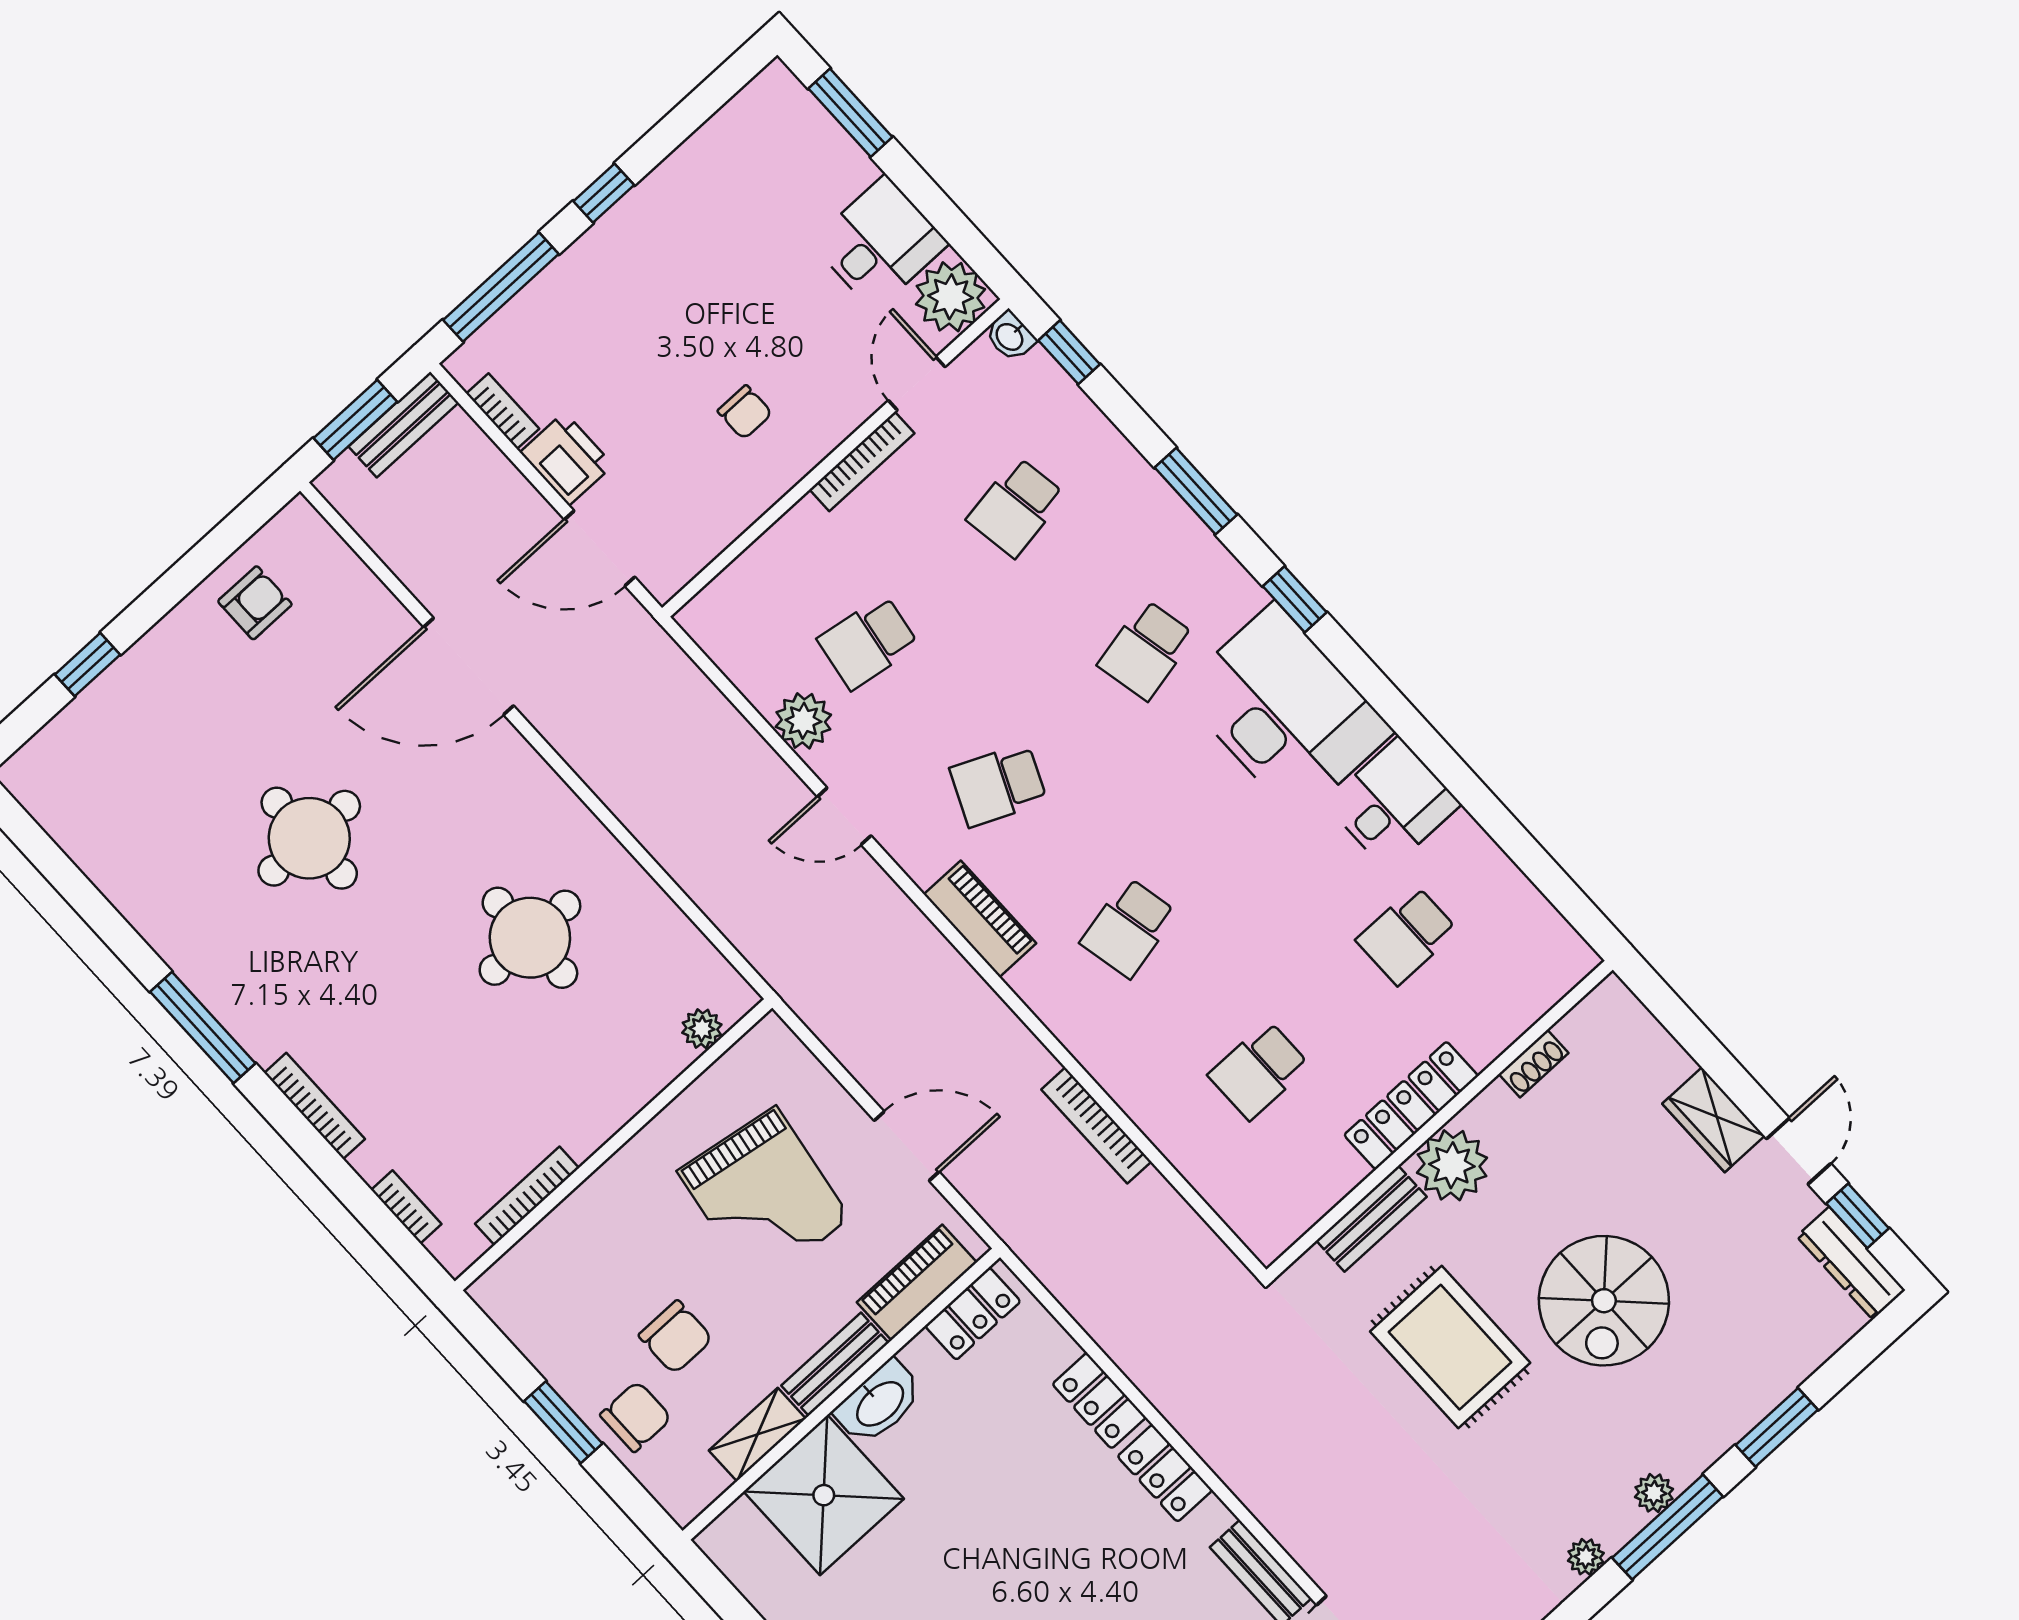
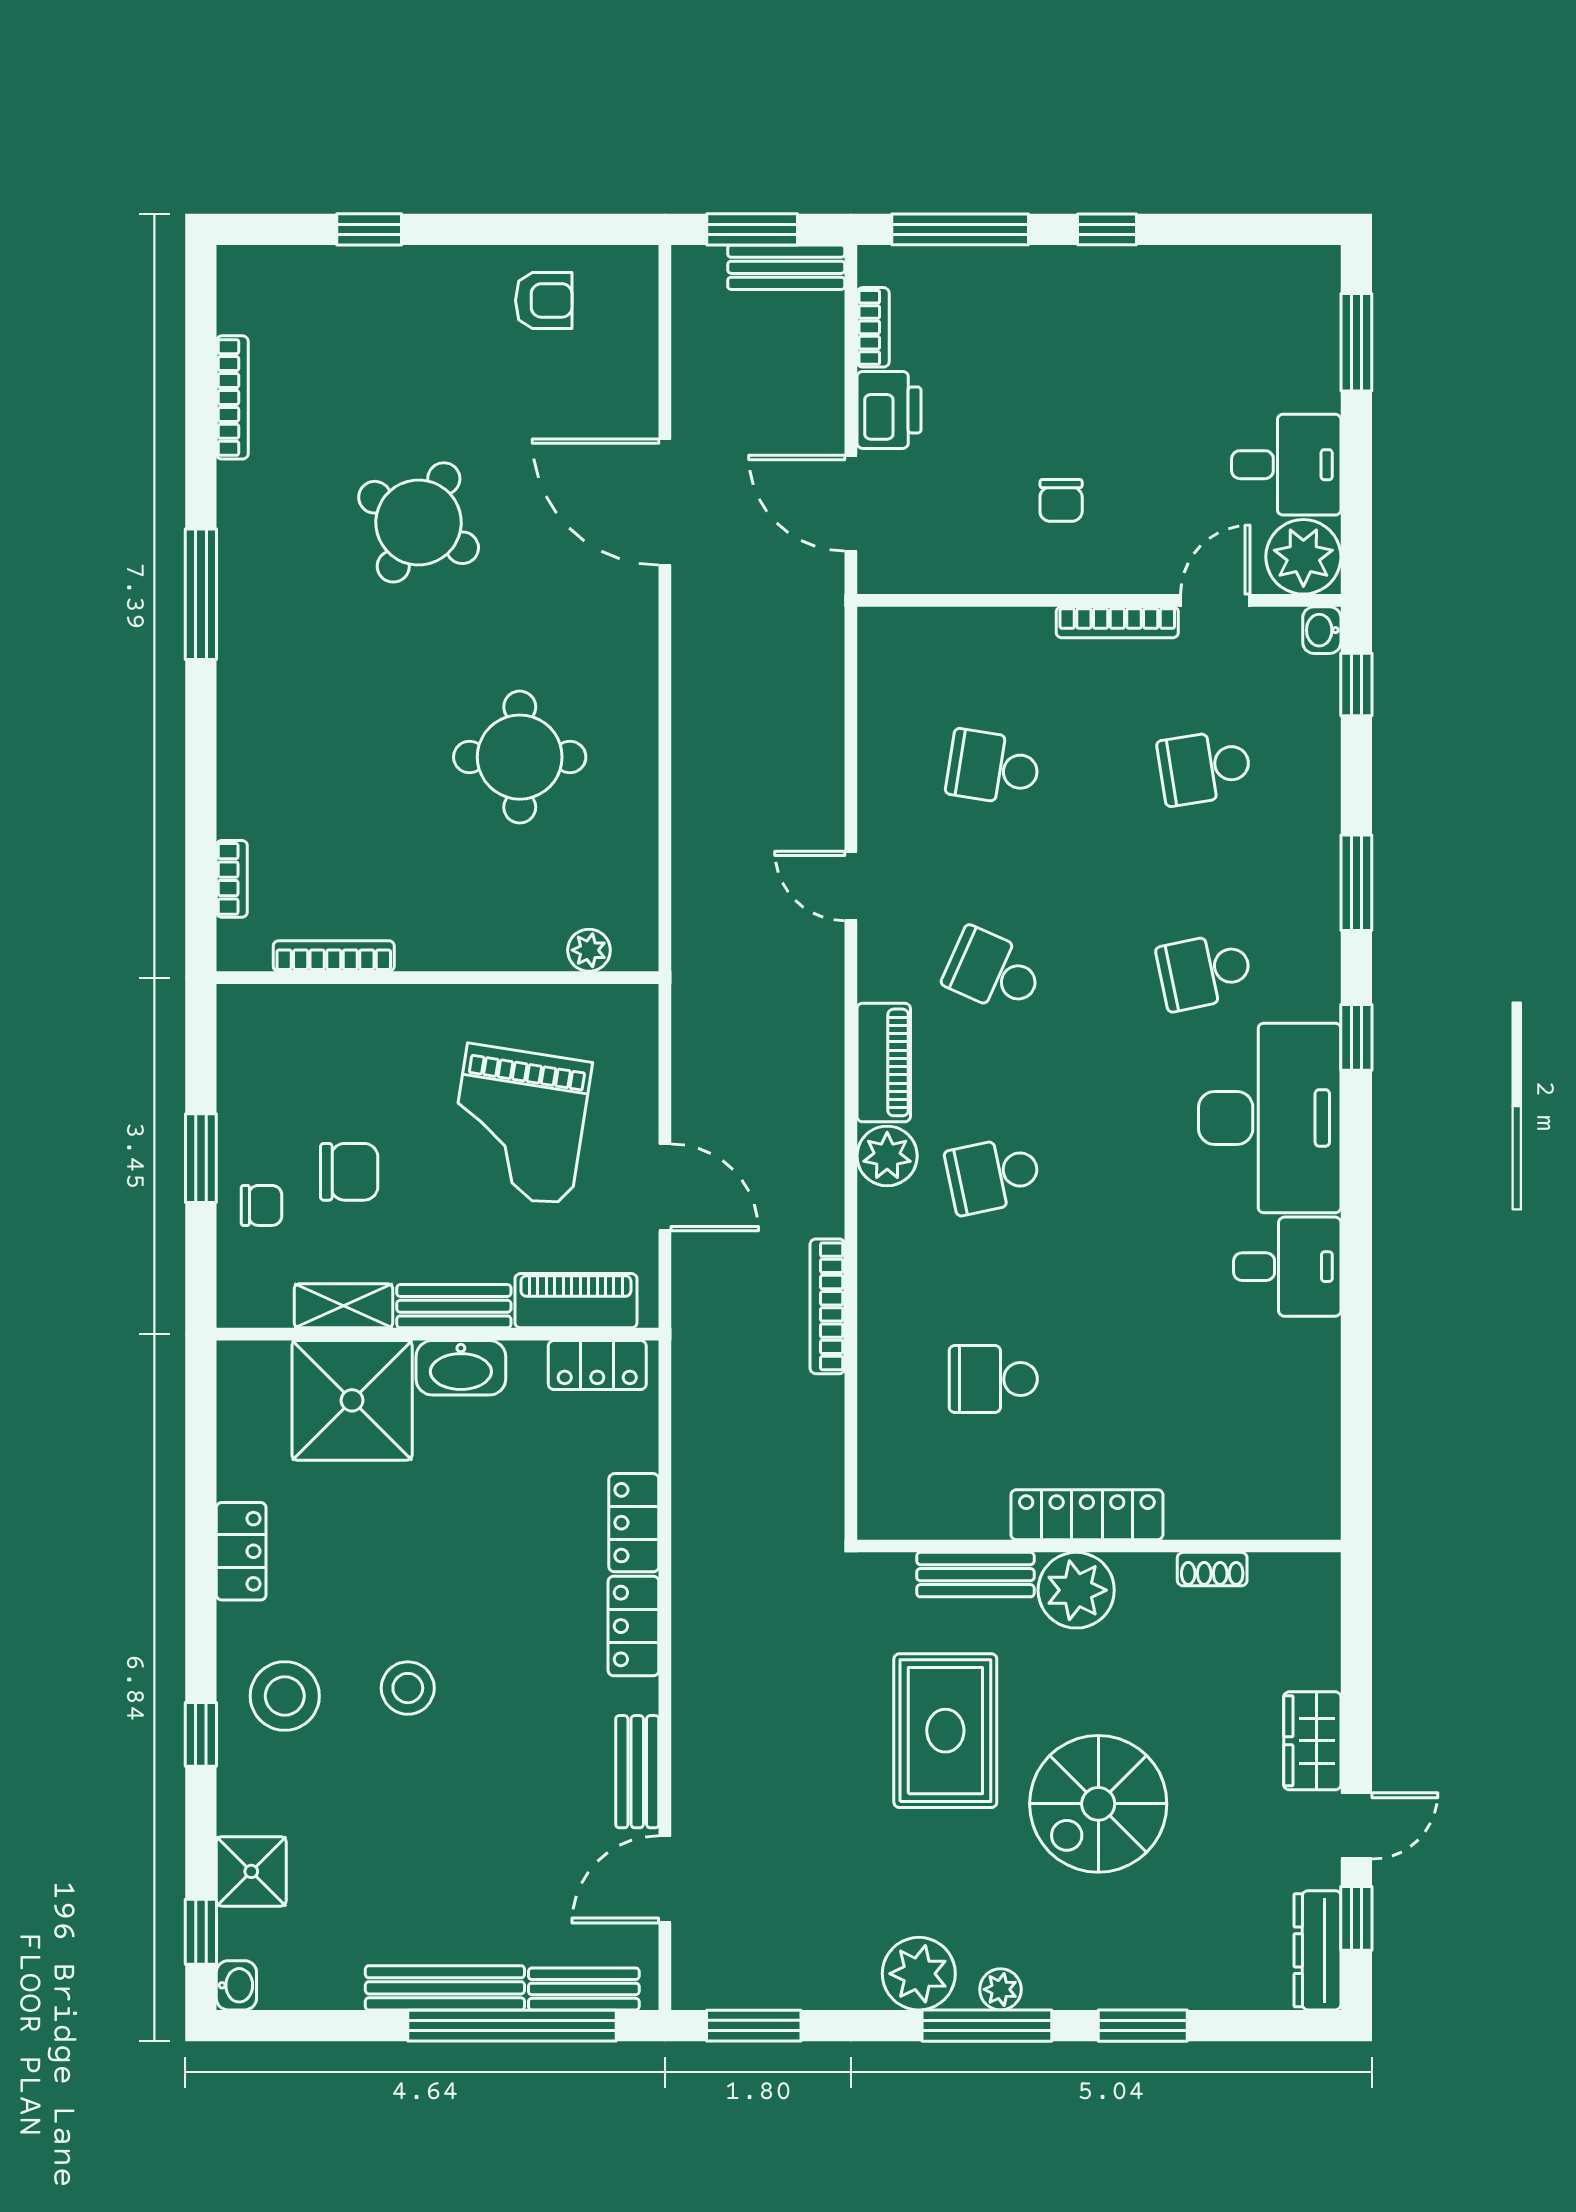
plant: (803, 721) -> (887, 1156), moved
round table: (309, 838) -> (419, 522), turned 30
school desk: (1407, 935) -> (1205, 1379), removed
bookcase: (315, 1106) -> (232, 397), moved
chair: (676, 1337) -> (349, 1172), turned -90
chair: (636, 1417) -> (262, 1205), width x0.73, depth x0.73
plant: (1586, 1557) -> (919, 1974), width x1.88, depth x1.88

